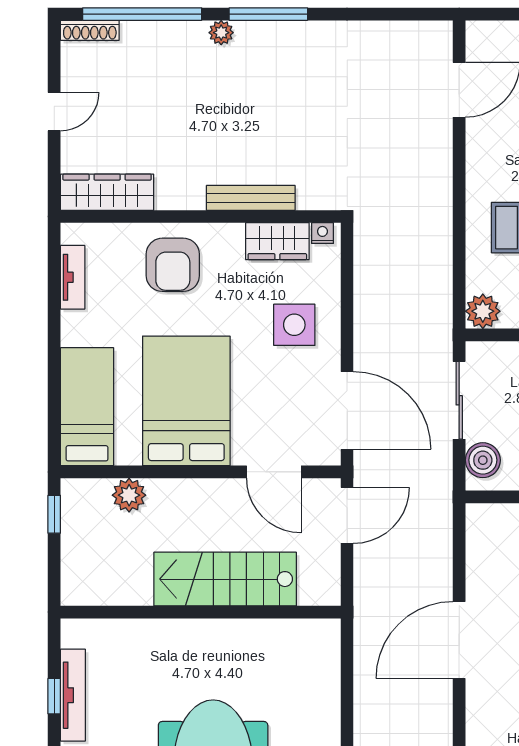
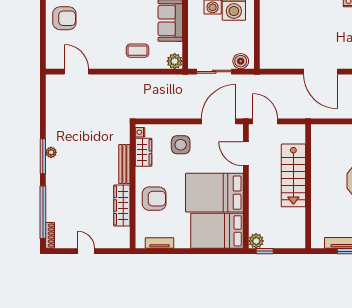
plant: (221, 33) -> (51, 152), moved
wardrobe: (107, 192) -> (122, 205), moved
bed: (87, 407) -> (217, 231), width x1.50
door: (274, 472) -> (246, 154), swing flipped
plant: (129, 495) -> (256, 241), moved

